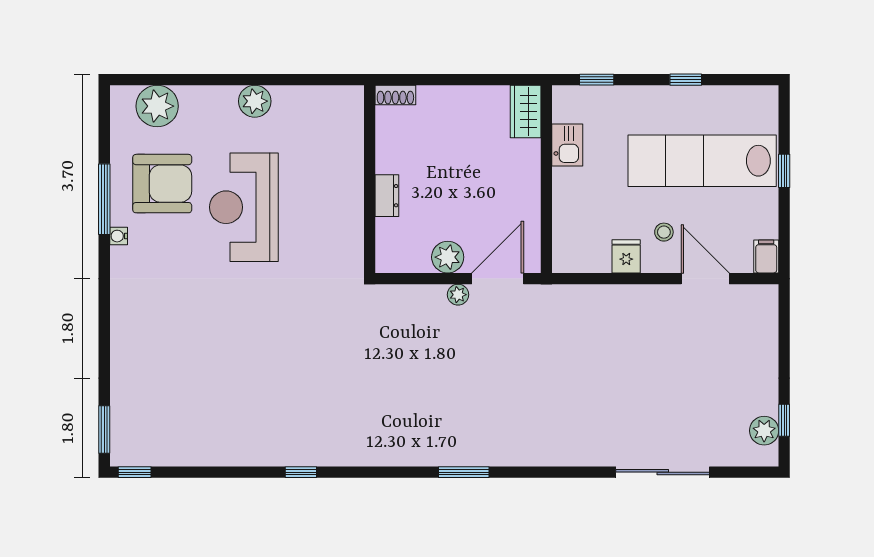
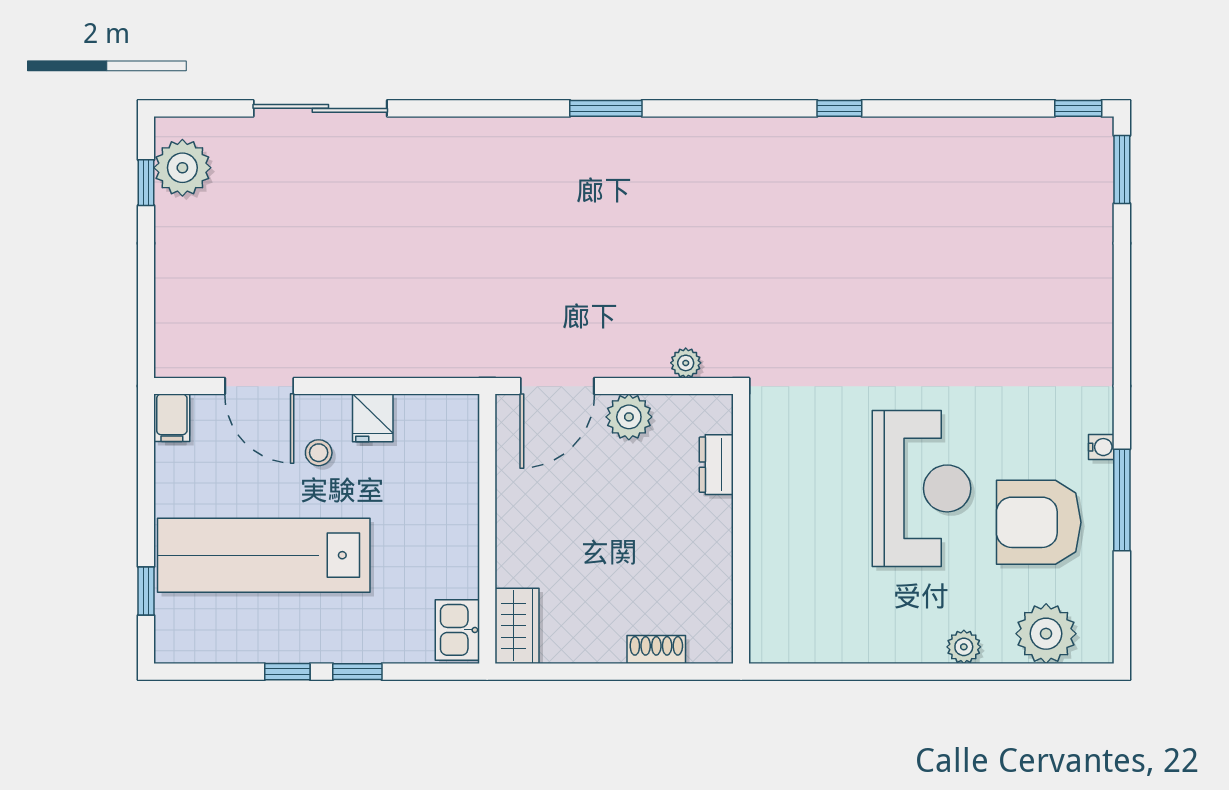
window: (597, 80) -> (357, 672), moved
shoe rack: (395, 95) -> (656, 650), moved
plant: (255, 101) -> (964, 647), moved, width x0.73, depth x0.73
kitchen sink: (567, 145) -> (457, 630), moved
lab bench: (702, 161) -> (264, 555), turned 180
window: (784, 171) -> (146, 591), moved
dresser: (387, 196) -> (716, 465), moved
plant: (458, 295) -> (686, 363), moved
plant: (764, 431) -> (182, 168), width x1.36, depth x1.36

